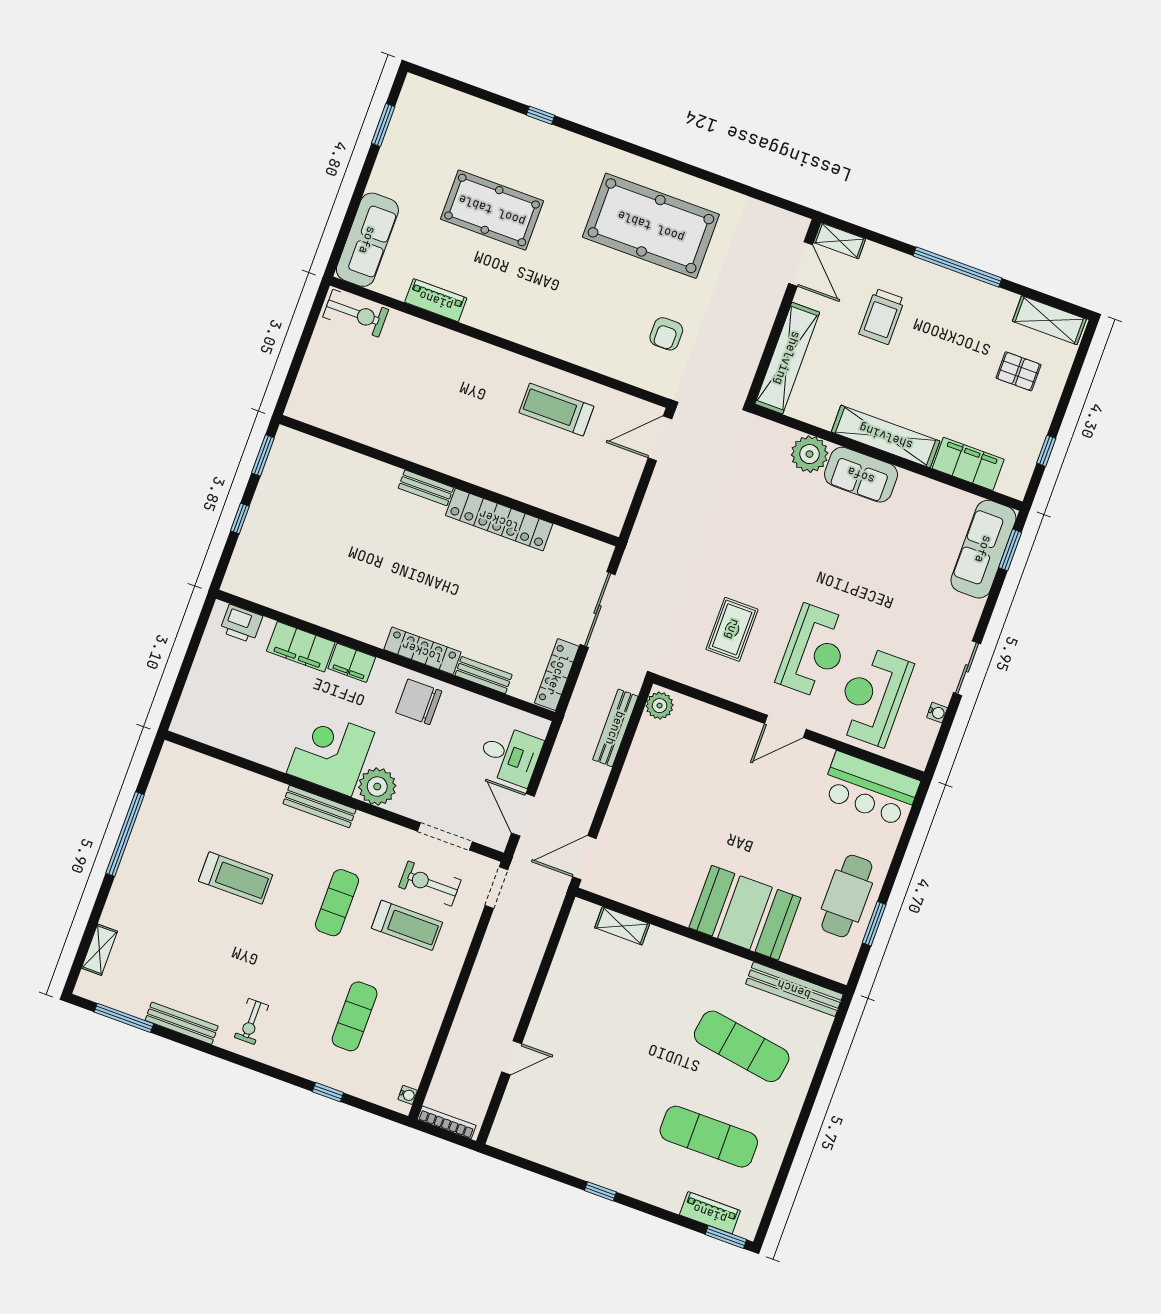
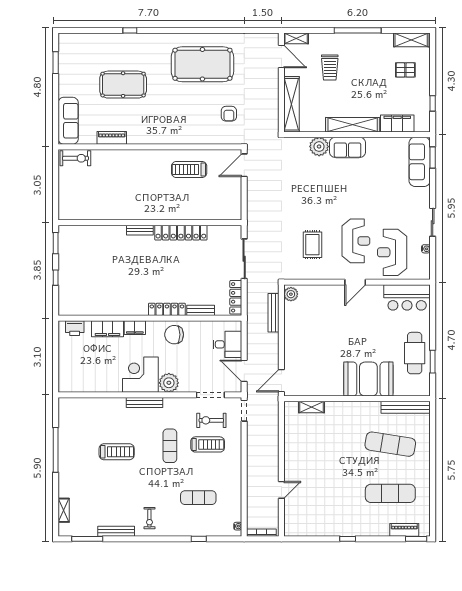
exercise mat: (355, 1016) -> (198, 498), turned 90

